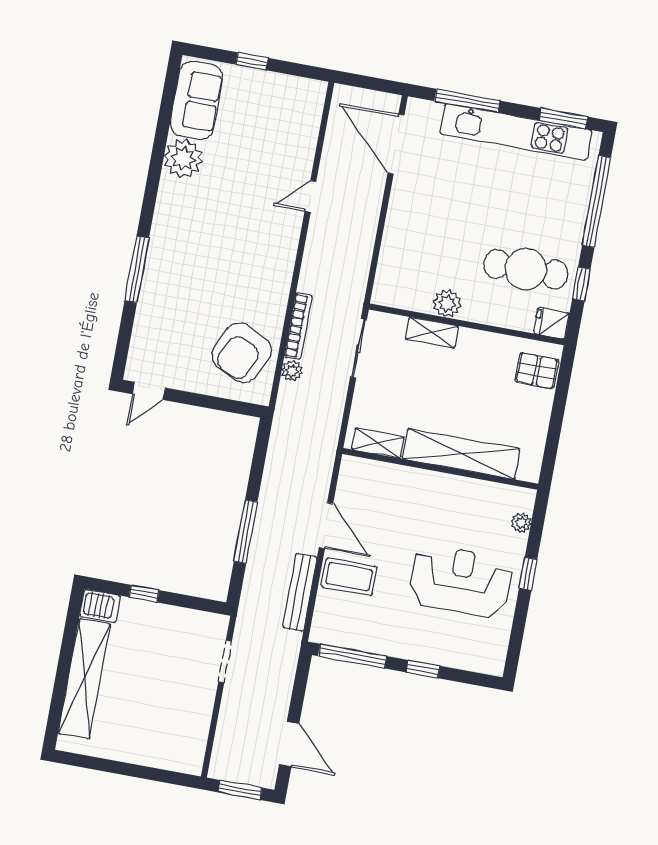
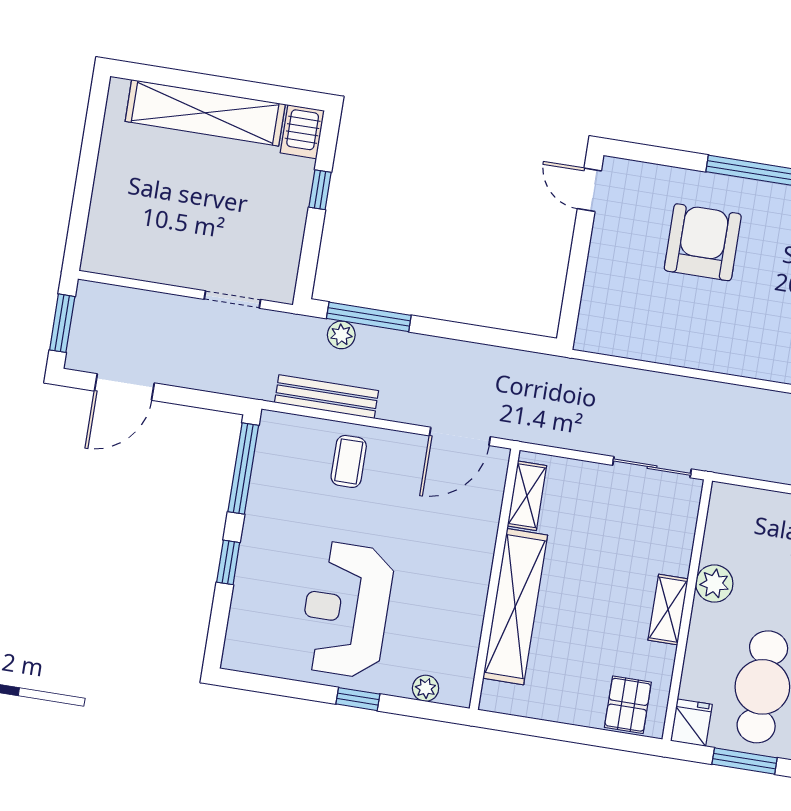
window: (581, 284) -> (745, 761), width x1.50
bookcase: (298, 326) -> (680, 386), removed
shelving: (432, 333) -> (668, 610), moved
armchair: (242, 353) -> (703, 242), moved, turned 65
plant: (292, 371) -> (341, 335), moved
door: (326, 526) -> (460, 436), moved
window: (246, 532) -> (369, 317), moved
coffee table: (349, 577) -> (349, 461), width x0.73, depth x0.77
reception desk: (460, 581) -> (346, 610), turned 180

